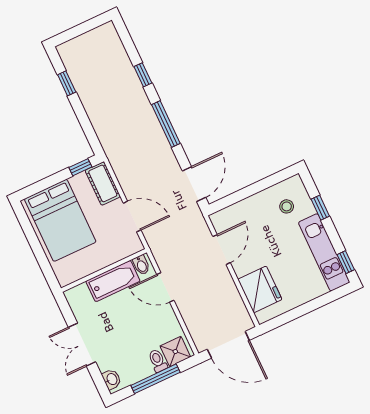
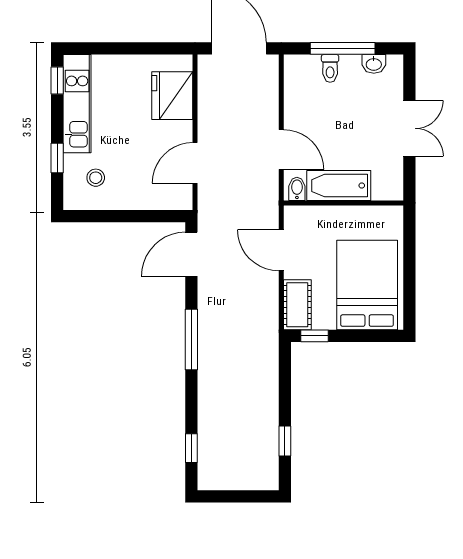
window: (143, 75) -> (191, 448), moved
shower: (175, 352) -> (305, 69), removed
washbasin: (112, 379) -> (374, 64), moved, turned -90

